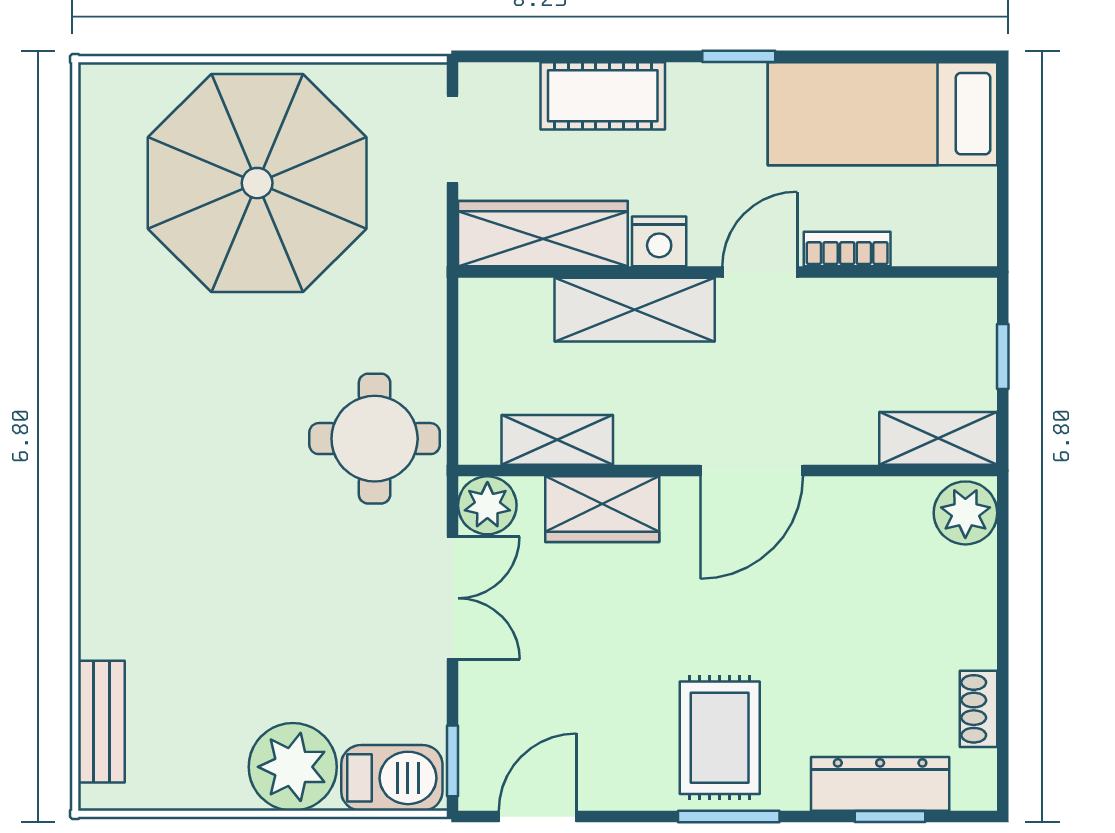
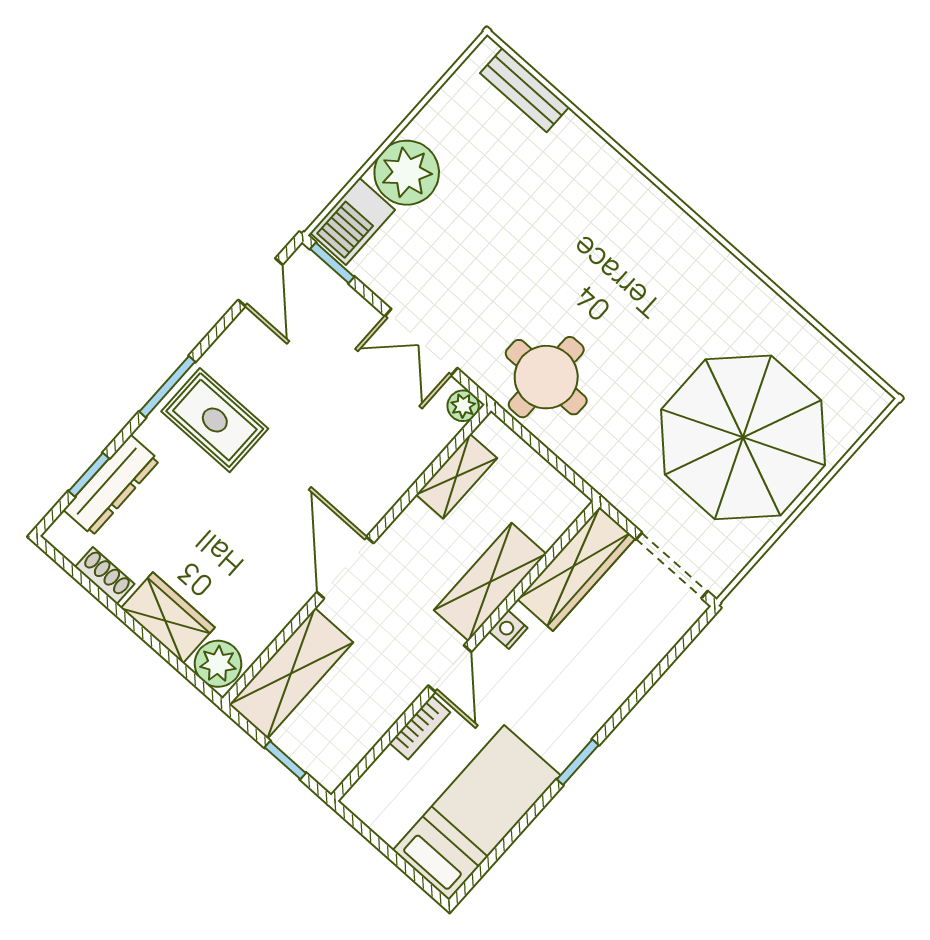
cot: (603, 96) -> (622, 669), removed
doorway: (453, 139) -> (672, 565), width x1.38
nightstand: (659, 241) -> (508, 630), width x0.72, depth x0.74
shelving: (938, 438) -> (291, 673), width x1.50, depth x1.33
plant: (487, 505) -> (463, 406), width x0.73, depth x0.73
wardrobe: (602, 509) -> (168, 618), moved, turned 90

